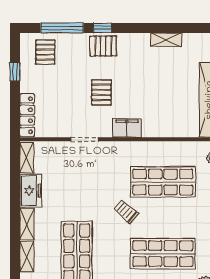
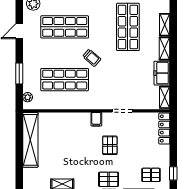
pallet: (45, 52) -> (151, 175), turned 90
window: (15, 72) -> (173, 173), moved
filing cabinet: (127, 128) -> (96, 119), width x0.50

